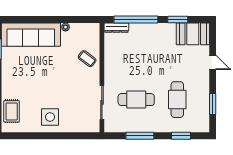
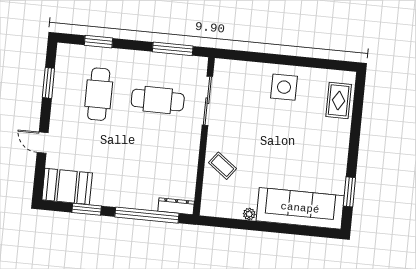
window: (140, 136) -> (173, 49), moved

